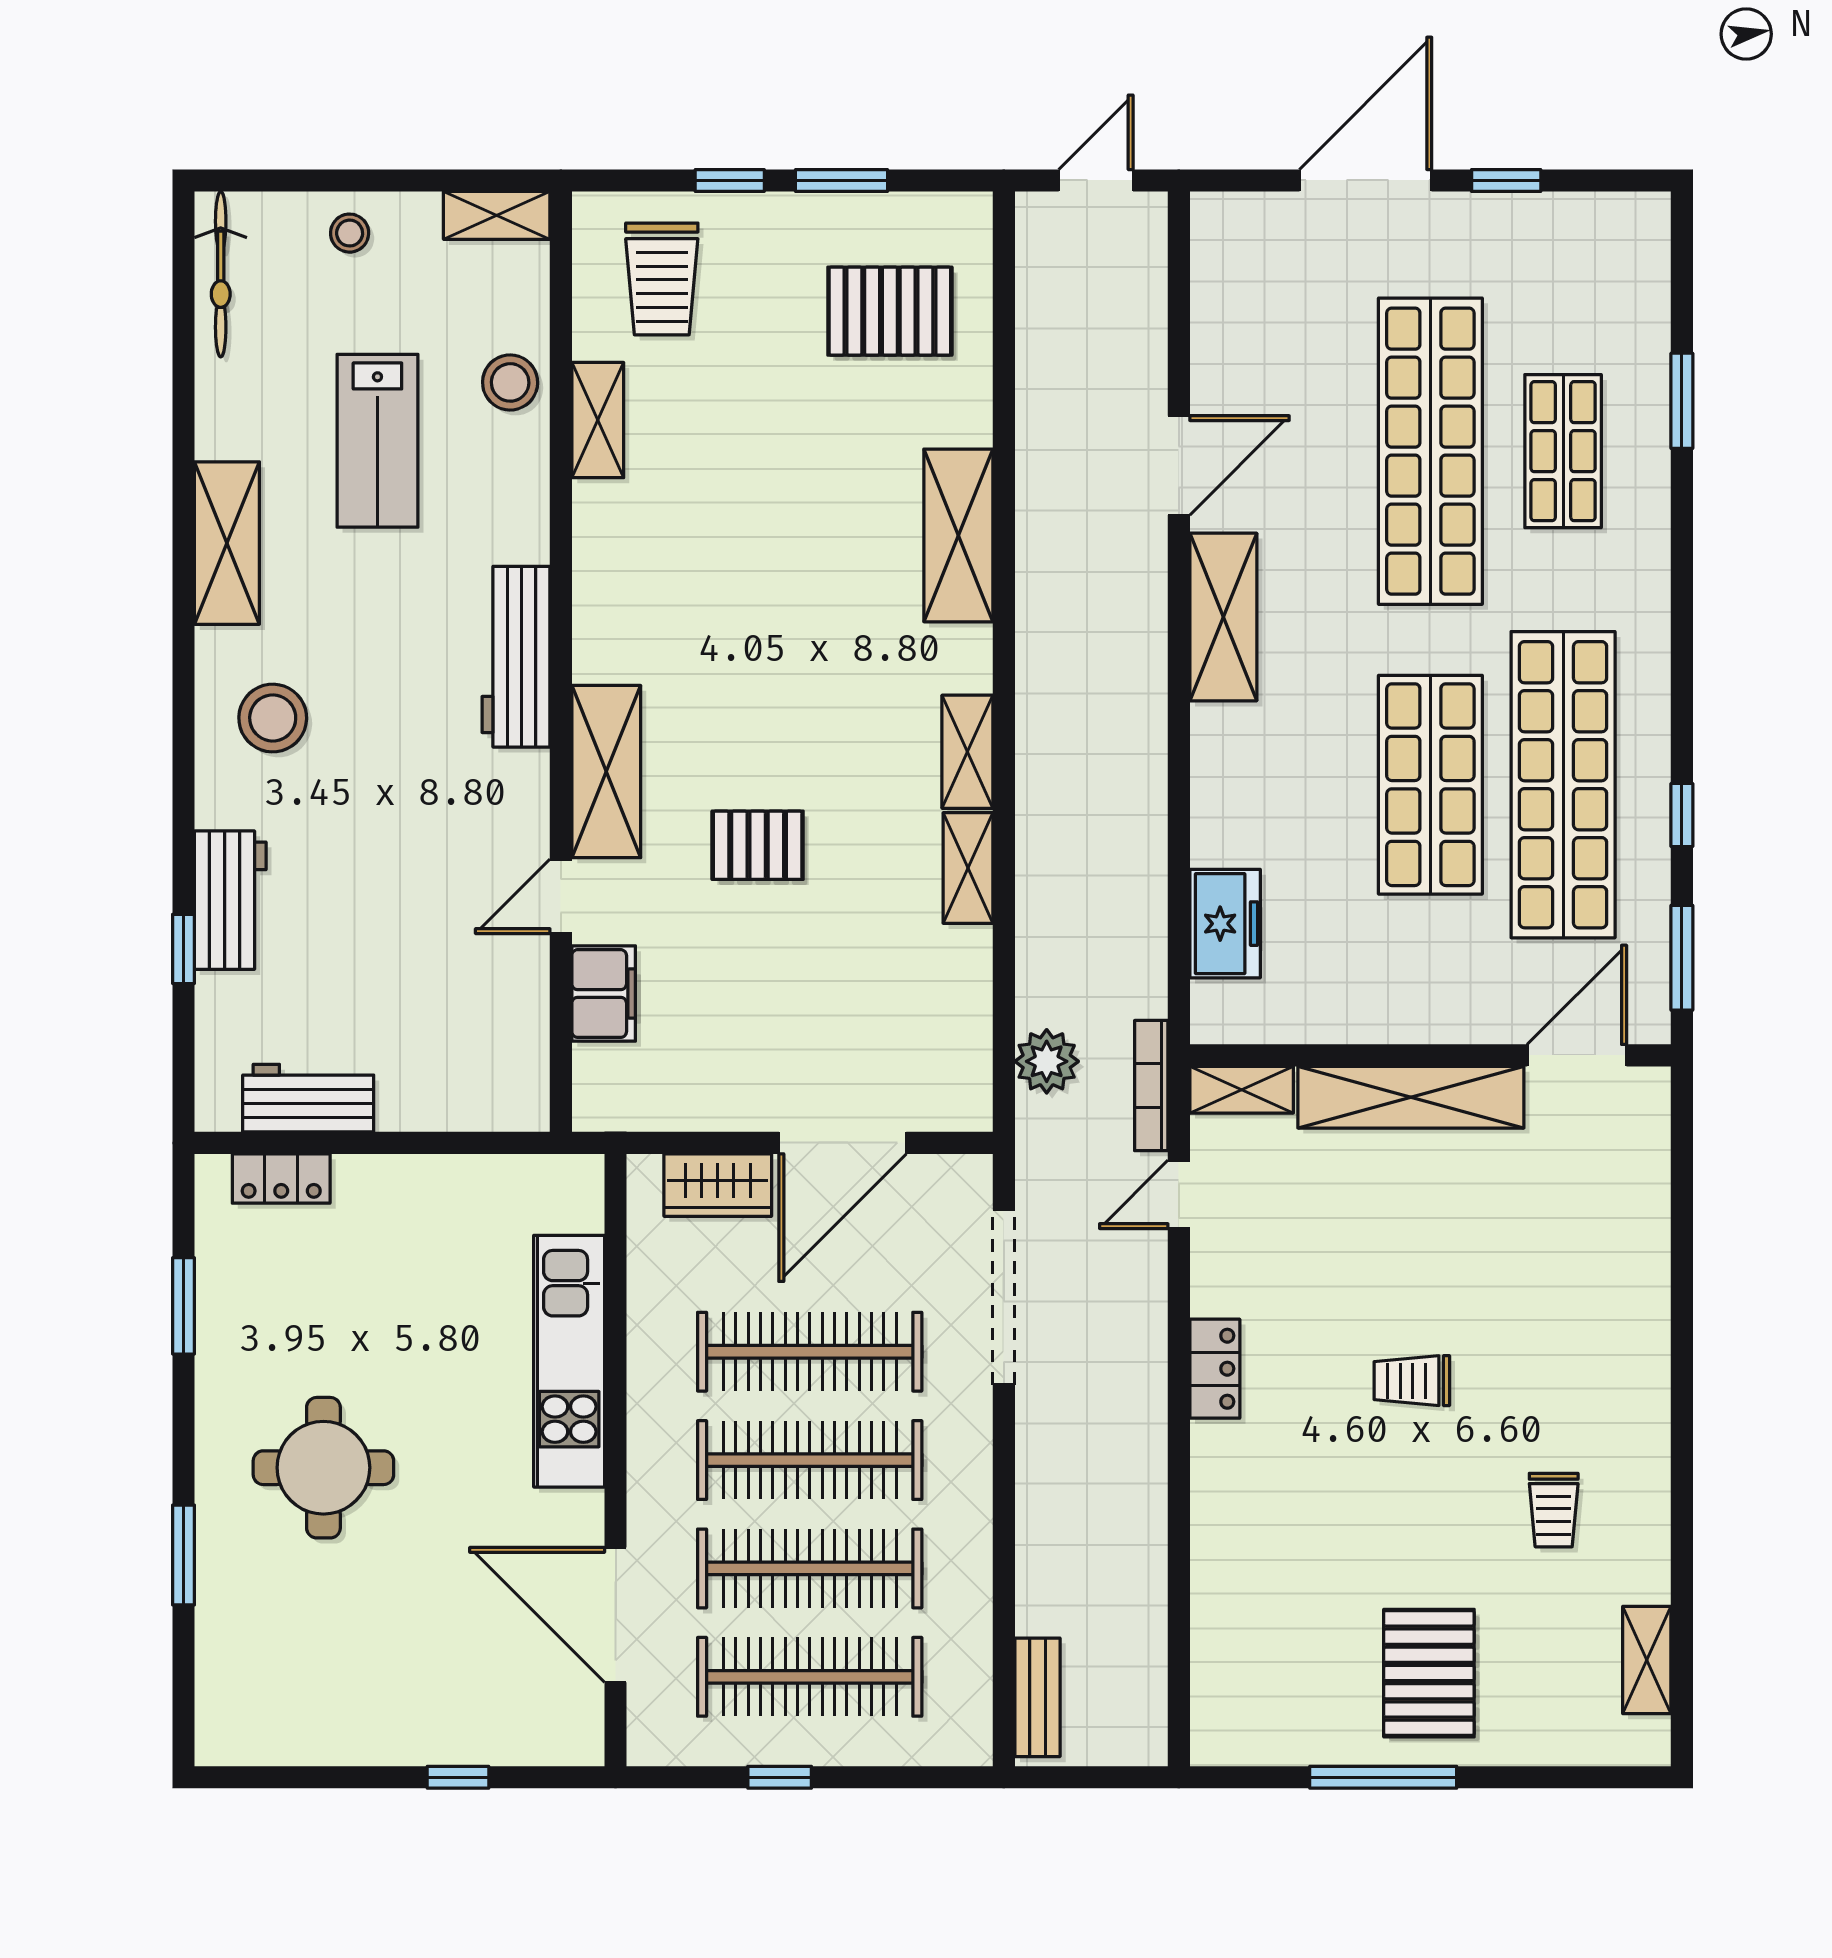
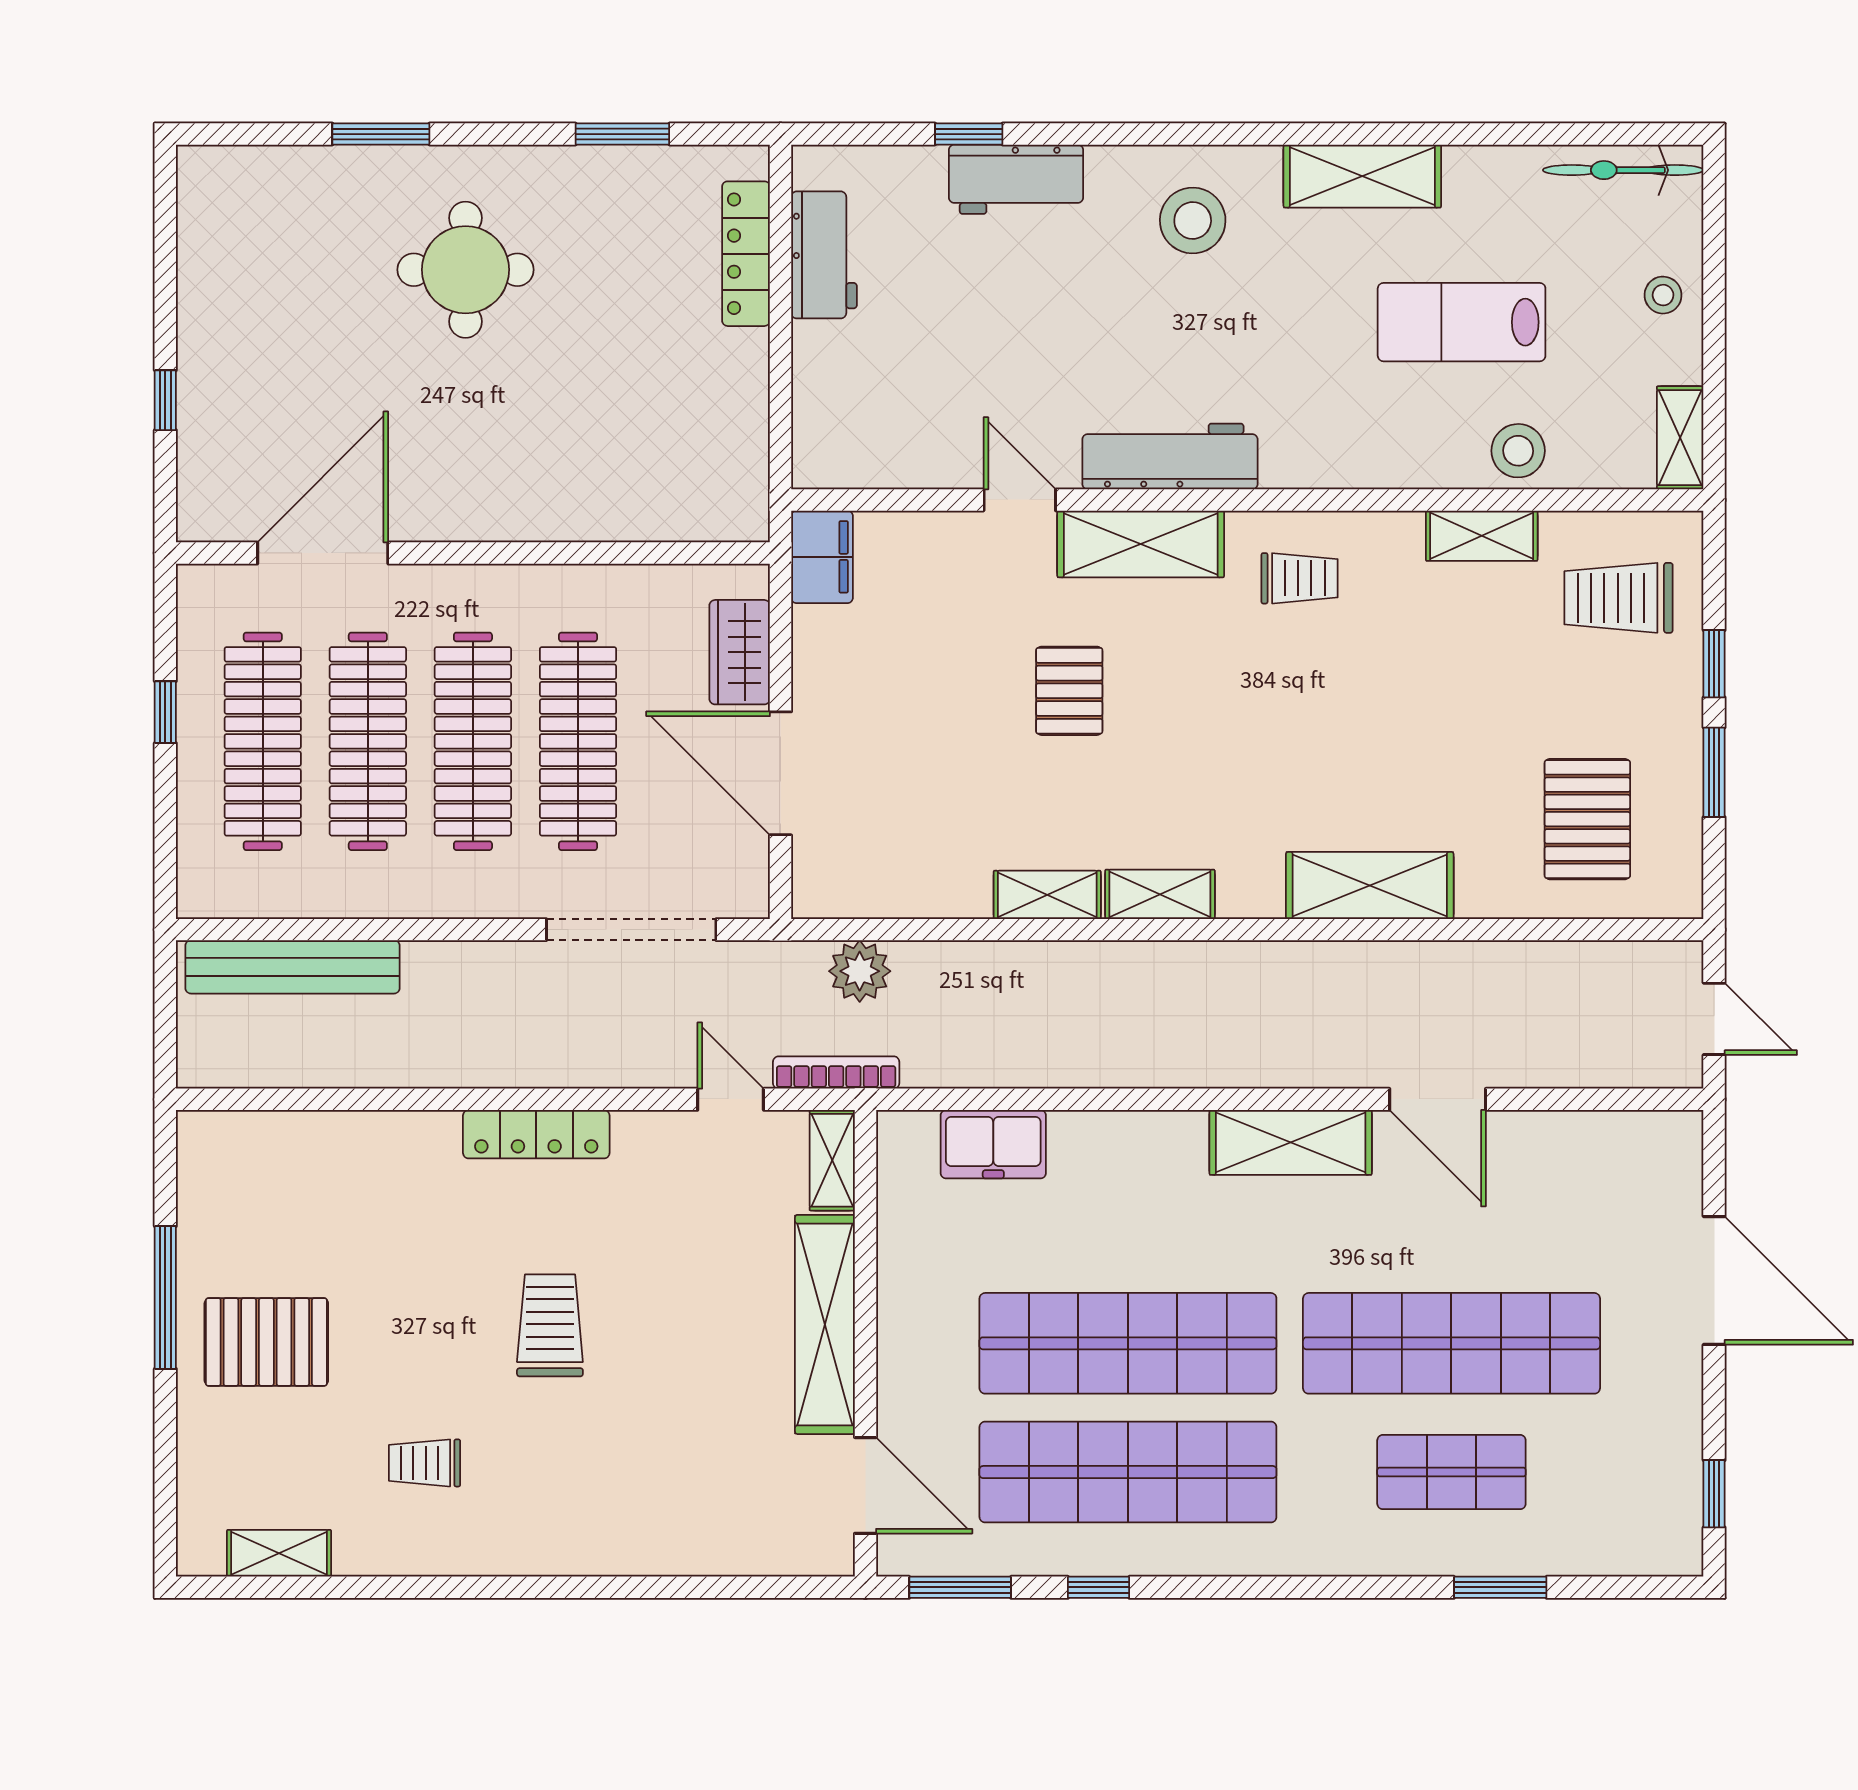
window: (1506, 180) -> (1714, 1494), moved
trolley: (642, 608) -> (1300, 578), added
workbench: (516, 657) -> (1170, 456), moved
shop shelf: (1430, 785) -> (1128, 1343), width x1.40
filing cabinet: (604, 994) -> (822, 557), moved, turned -90
locker: (281, 1179) -> (746, 254), width x1.53
kitchen unit: (569, 1361) -> (569, 508), removed
locker: (1215, 1369) -> (536, 1134), width x1.53
trolley: (1412, 1381) -> (550, 1325), width x1.36, depth x1.39
bench: (1037, 1697) -> (293, 967), width x1.86, depth x1.21

